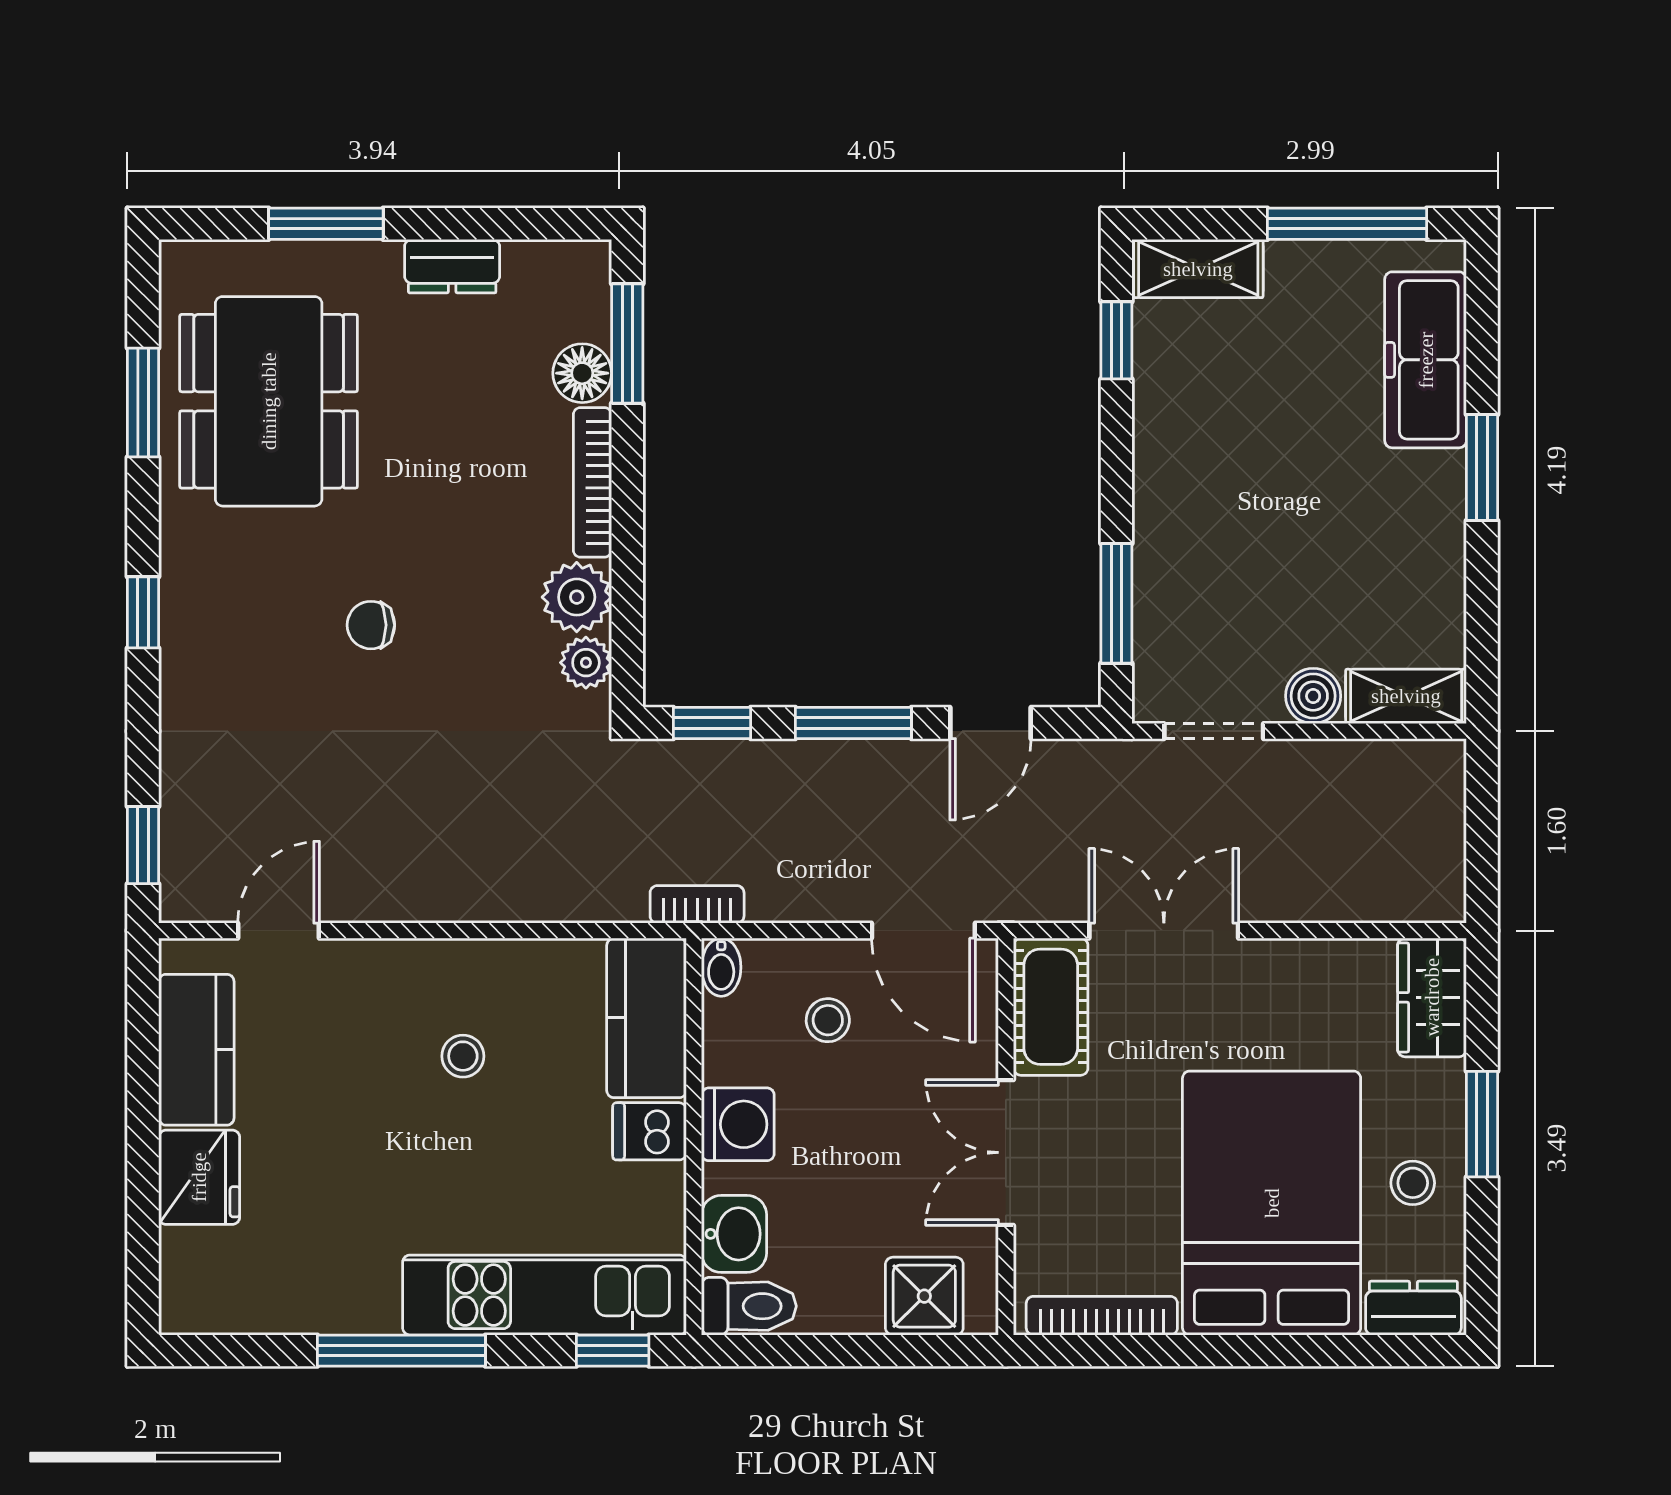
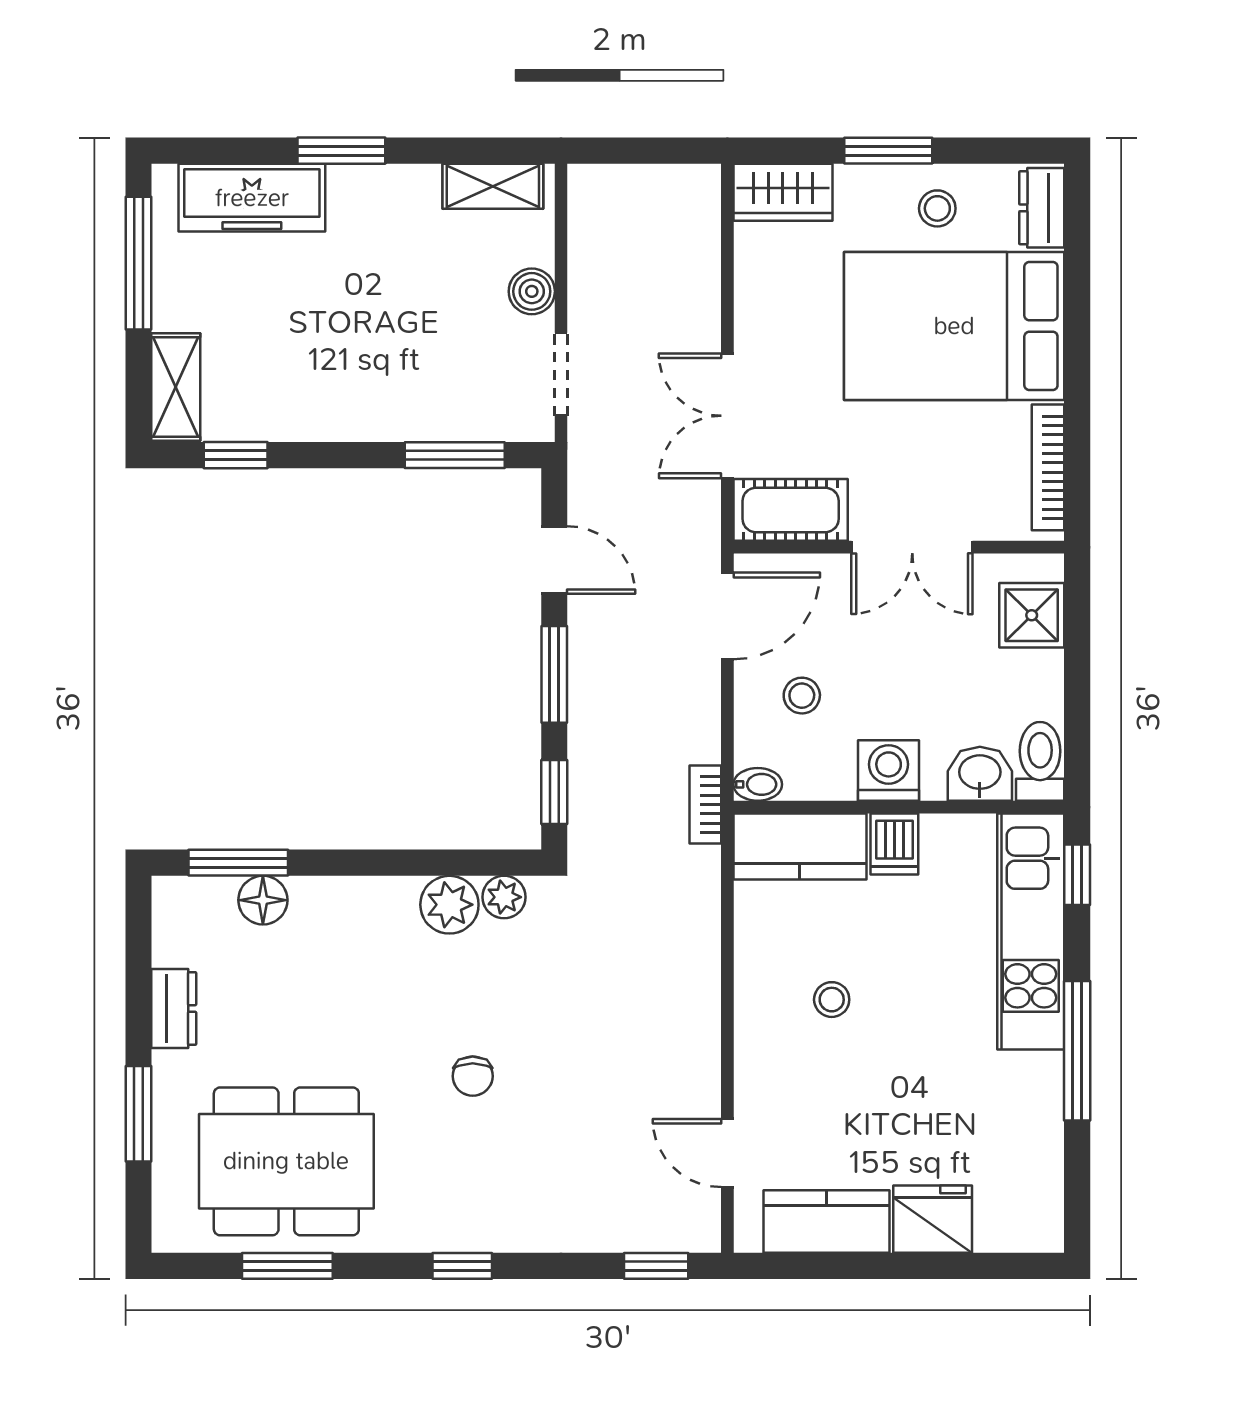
bookcase: (592, 482) -> (354, 892), removed
shelving: (1406, 696) -> (493, 186), moved, turned 90

